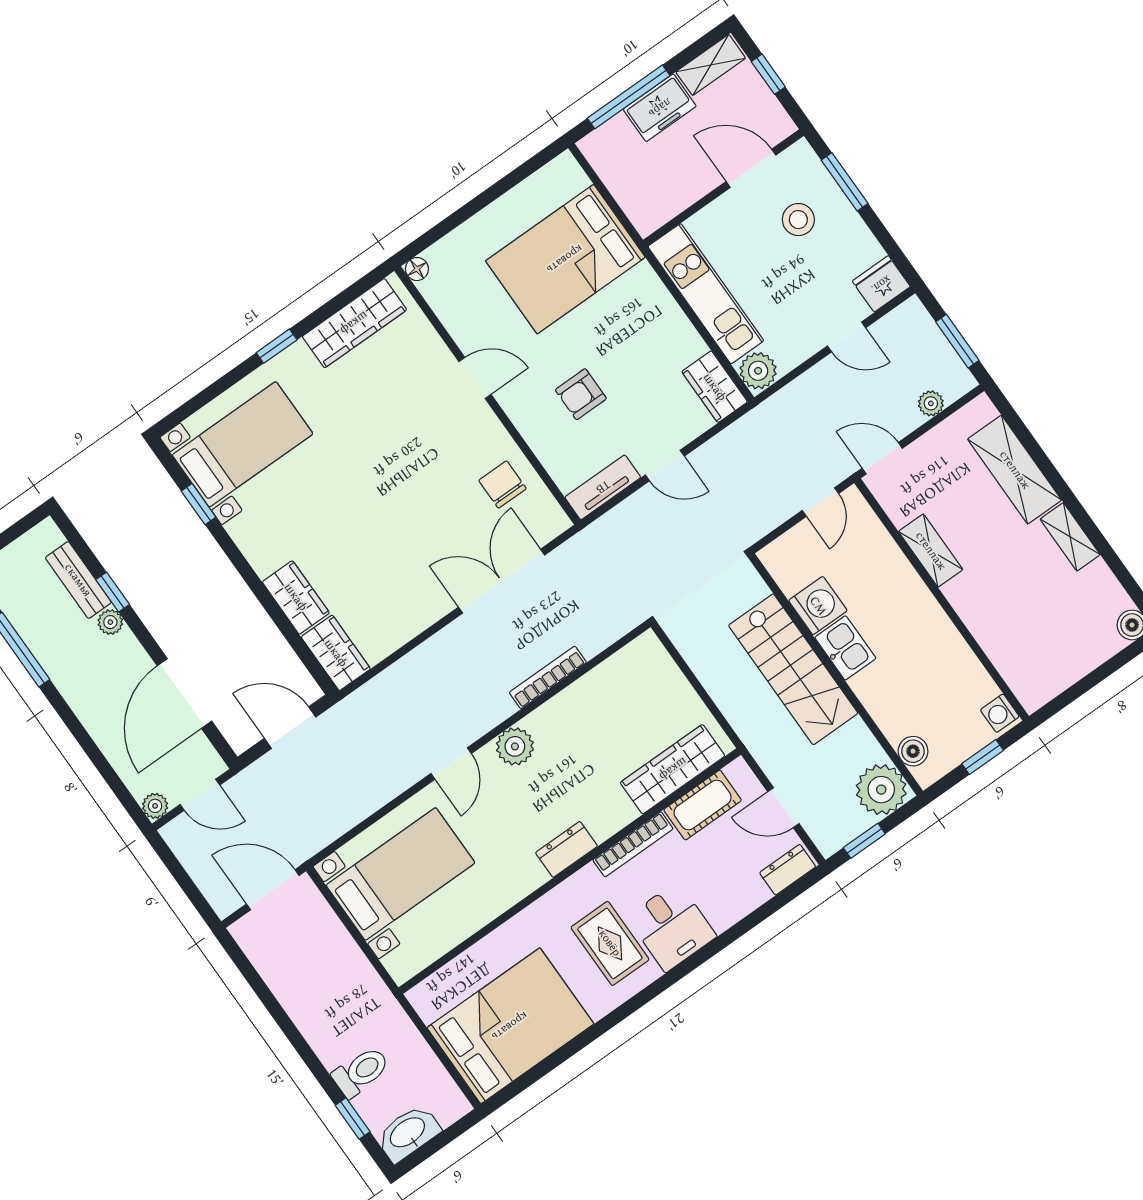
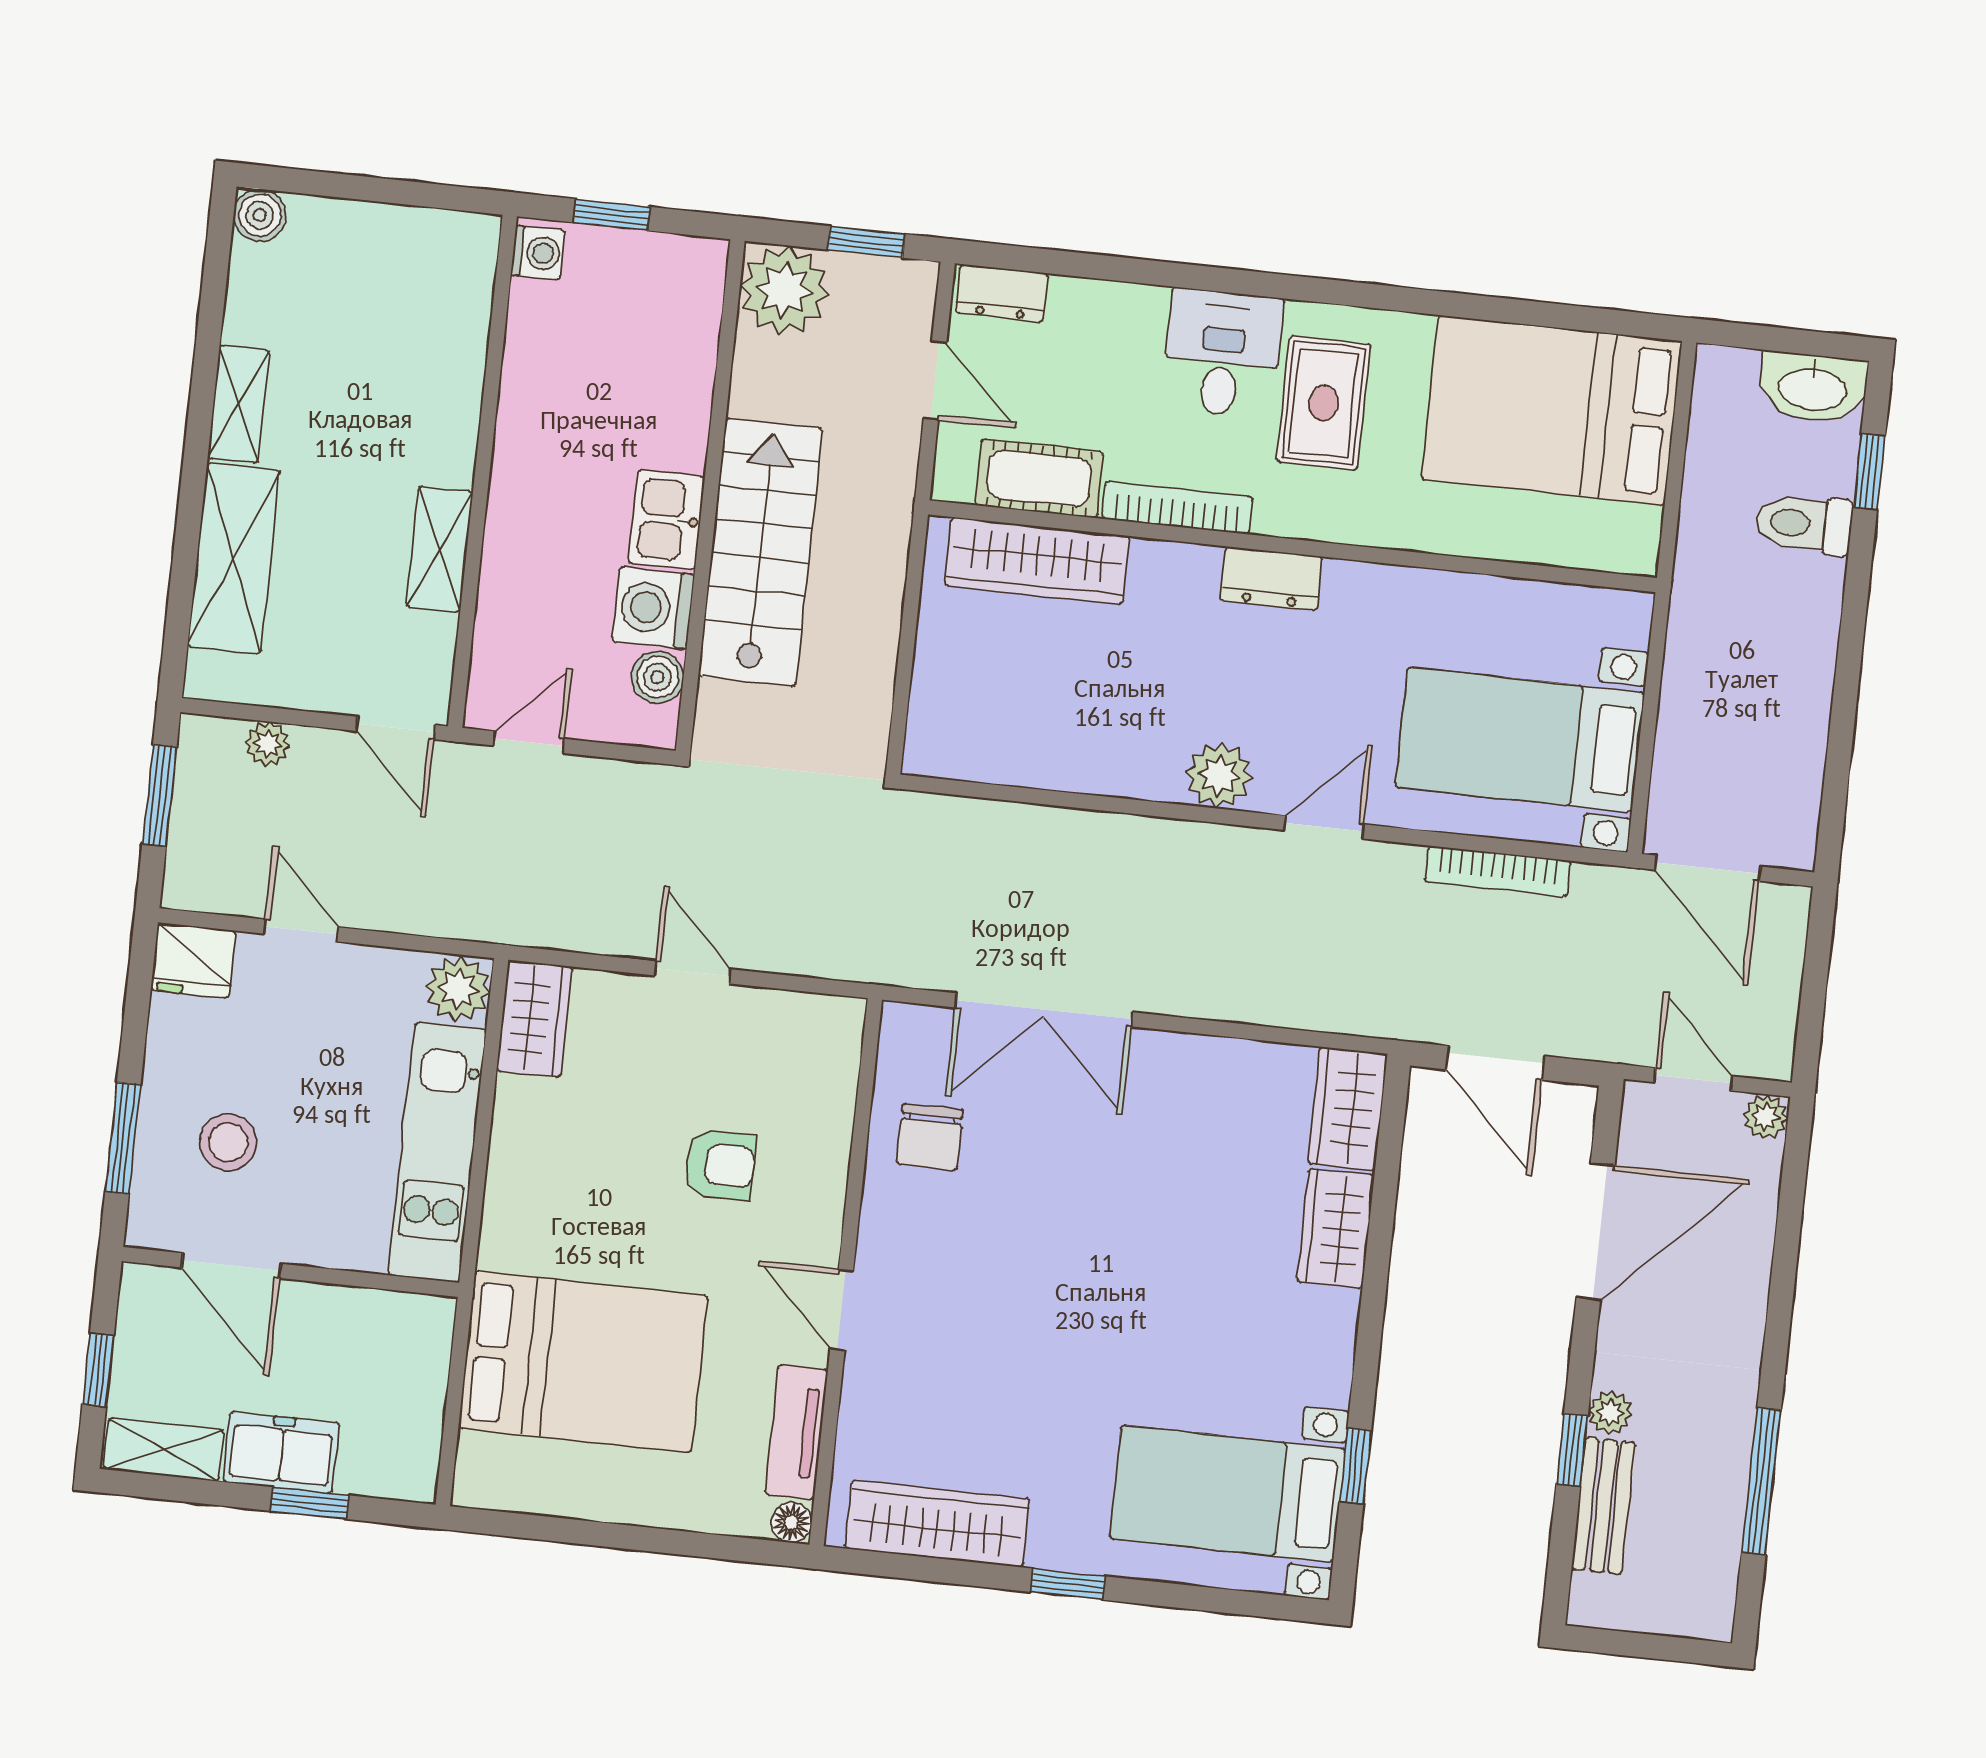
window: (629, 97) -> (310, 1503), width x0.46
tv unit: (603, 487) -> (796, 1432), moved, turned 90
bookcase: (548, 677) -> (1498, 871), moved
boiler: (913, 751) -> (657, 677), moved

